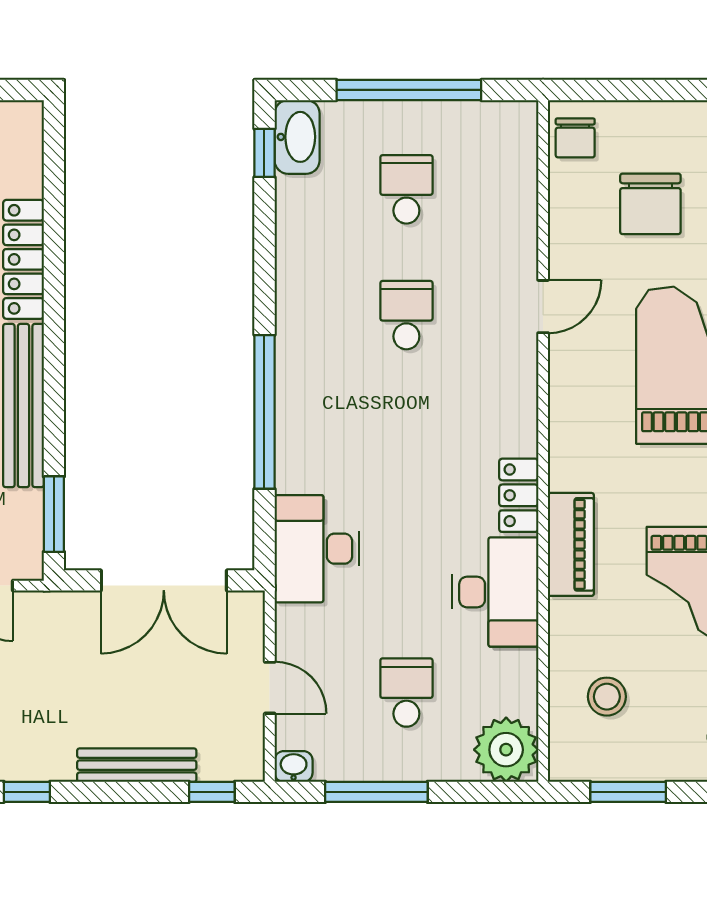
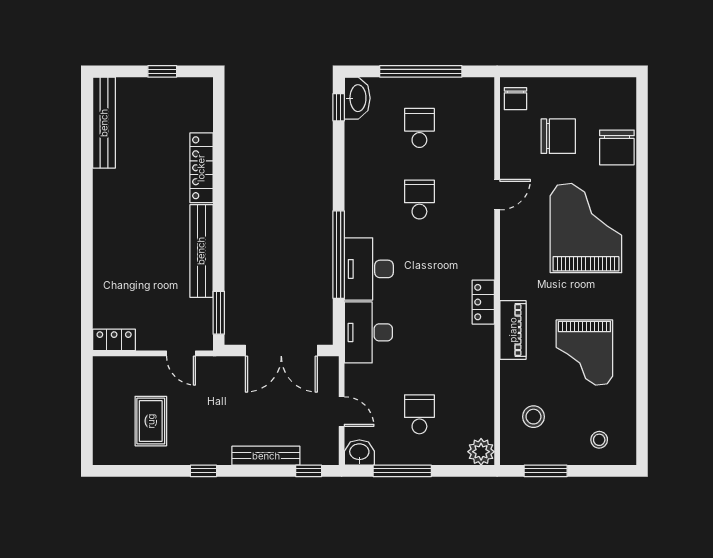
chair: (650, 204) -> (558, 136), turned -90
desk: (495, 592) -> (369, 269), moved, turned 180
plant: (506, 750) -> (481, 452), width x0.73, depth x0.73
washbasin: (294, 766) -> (359, 452), width x1.38, depth x1.45

